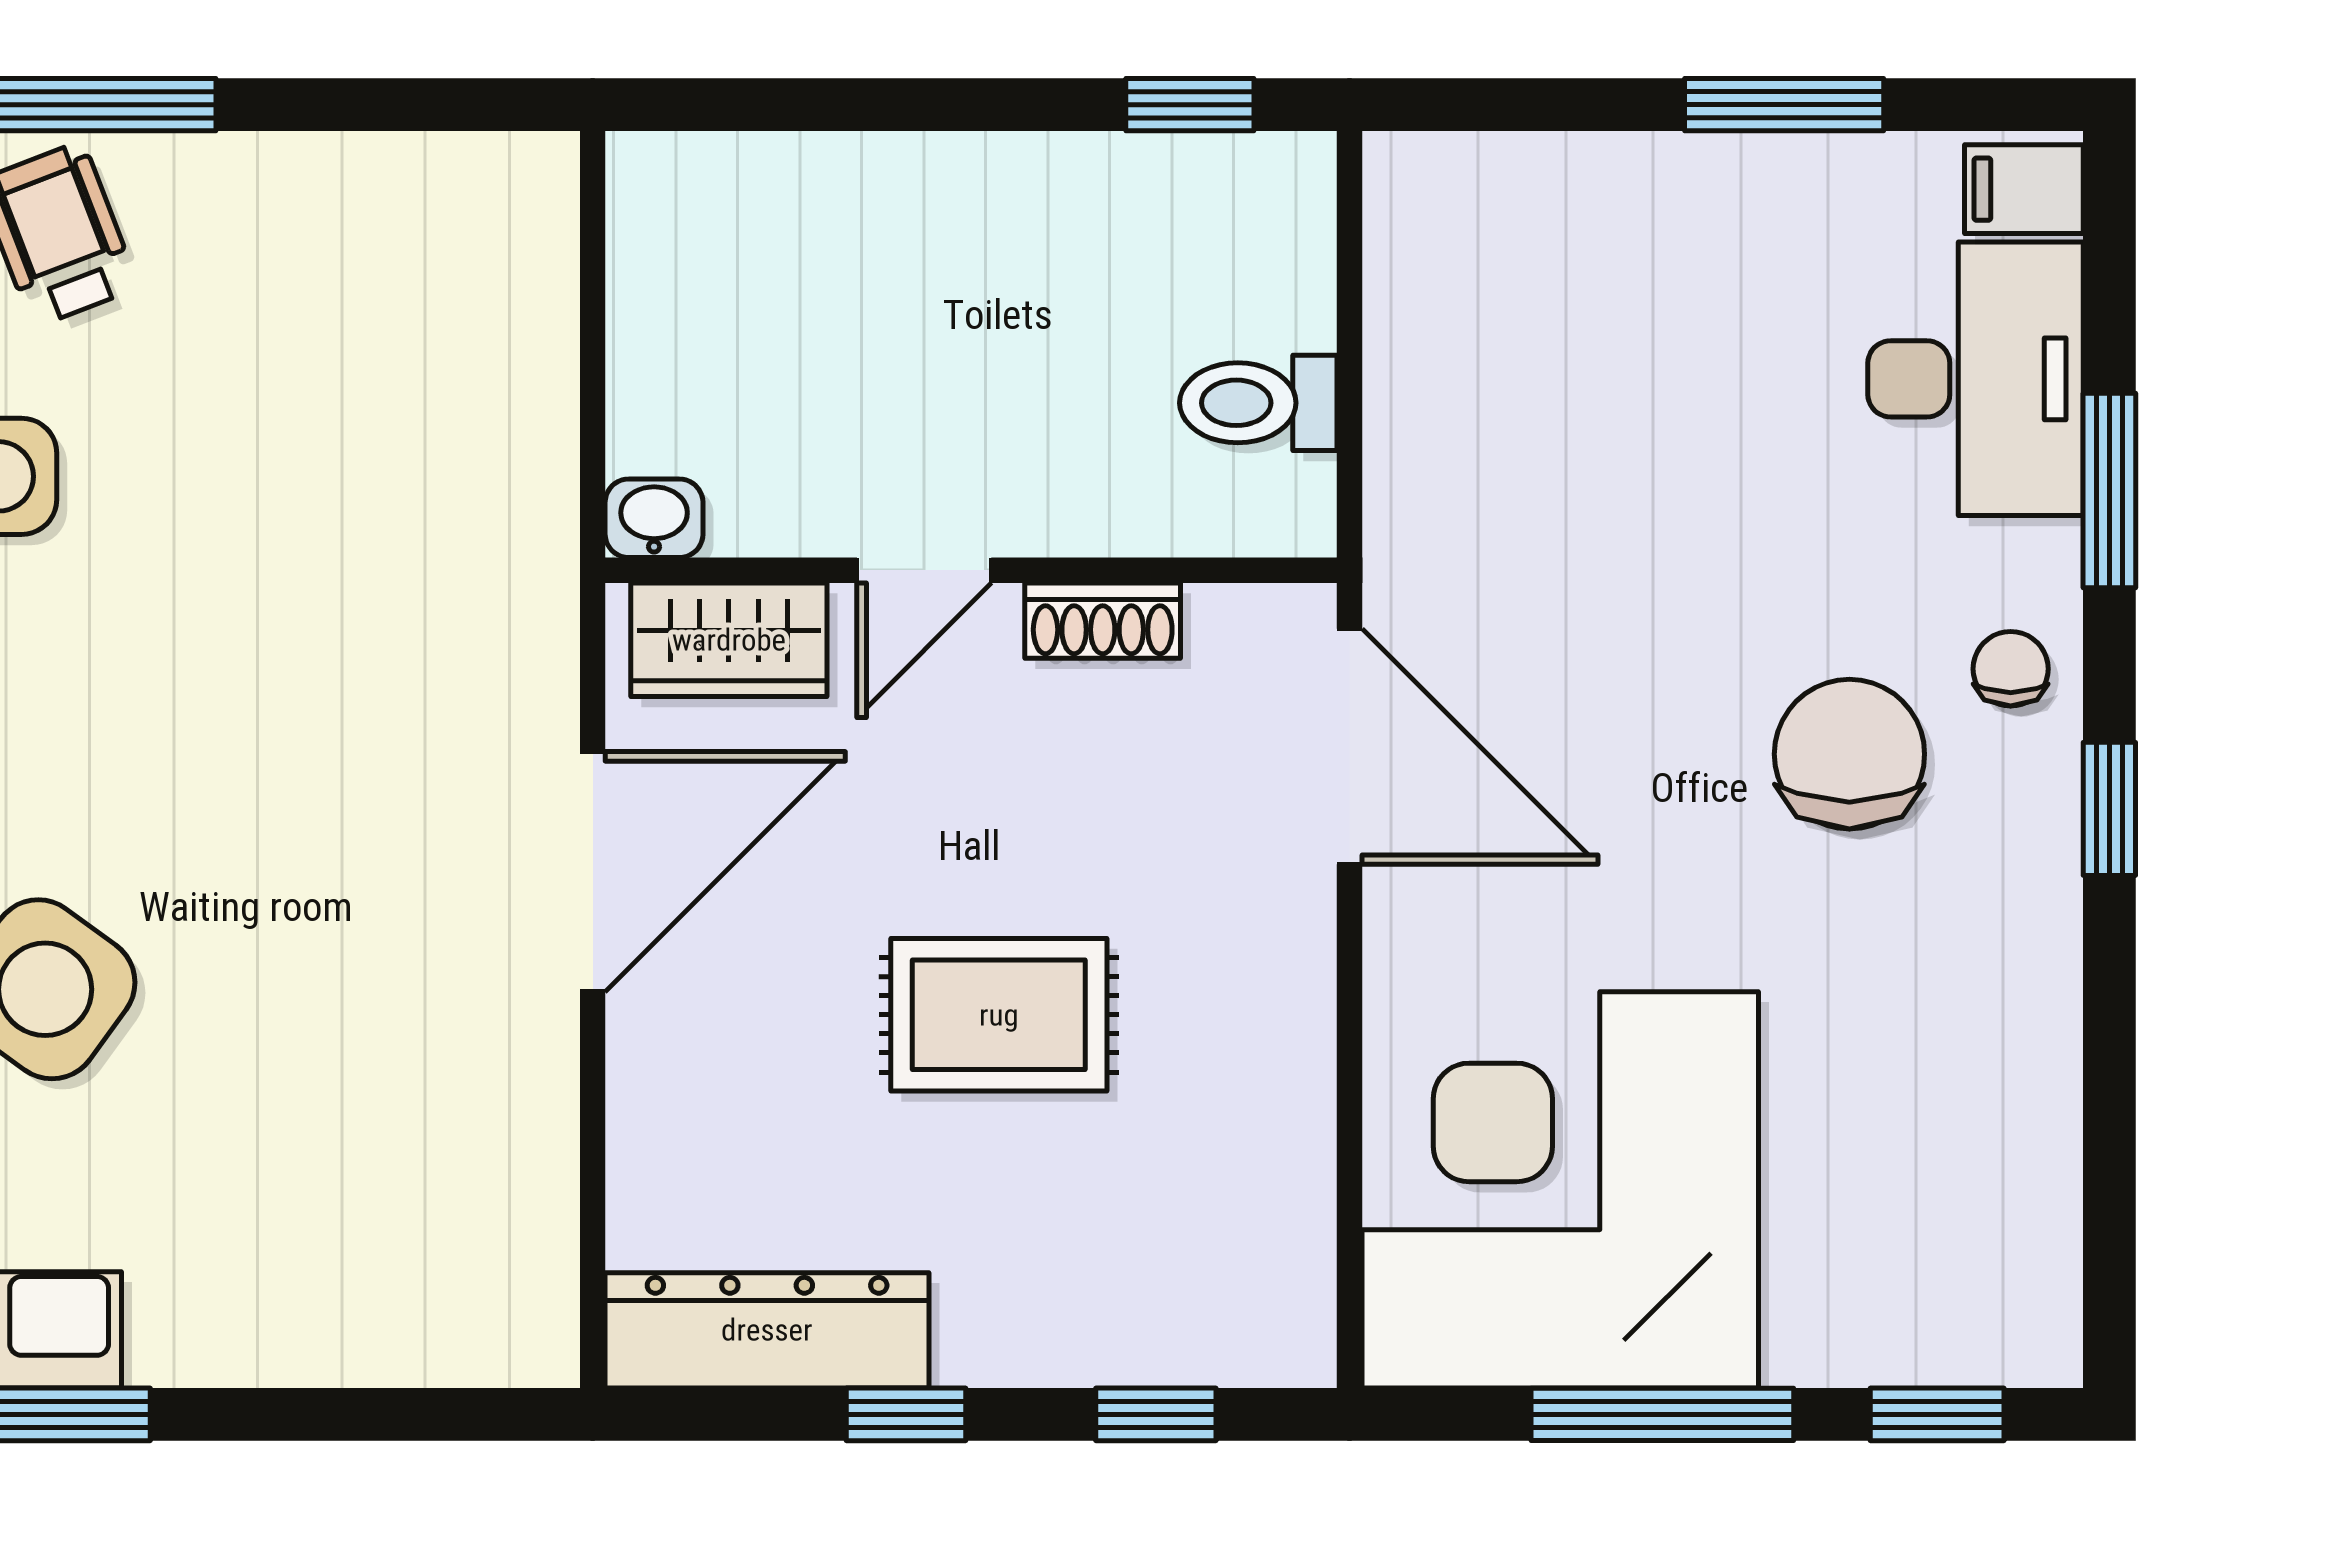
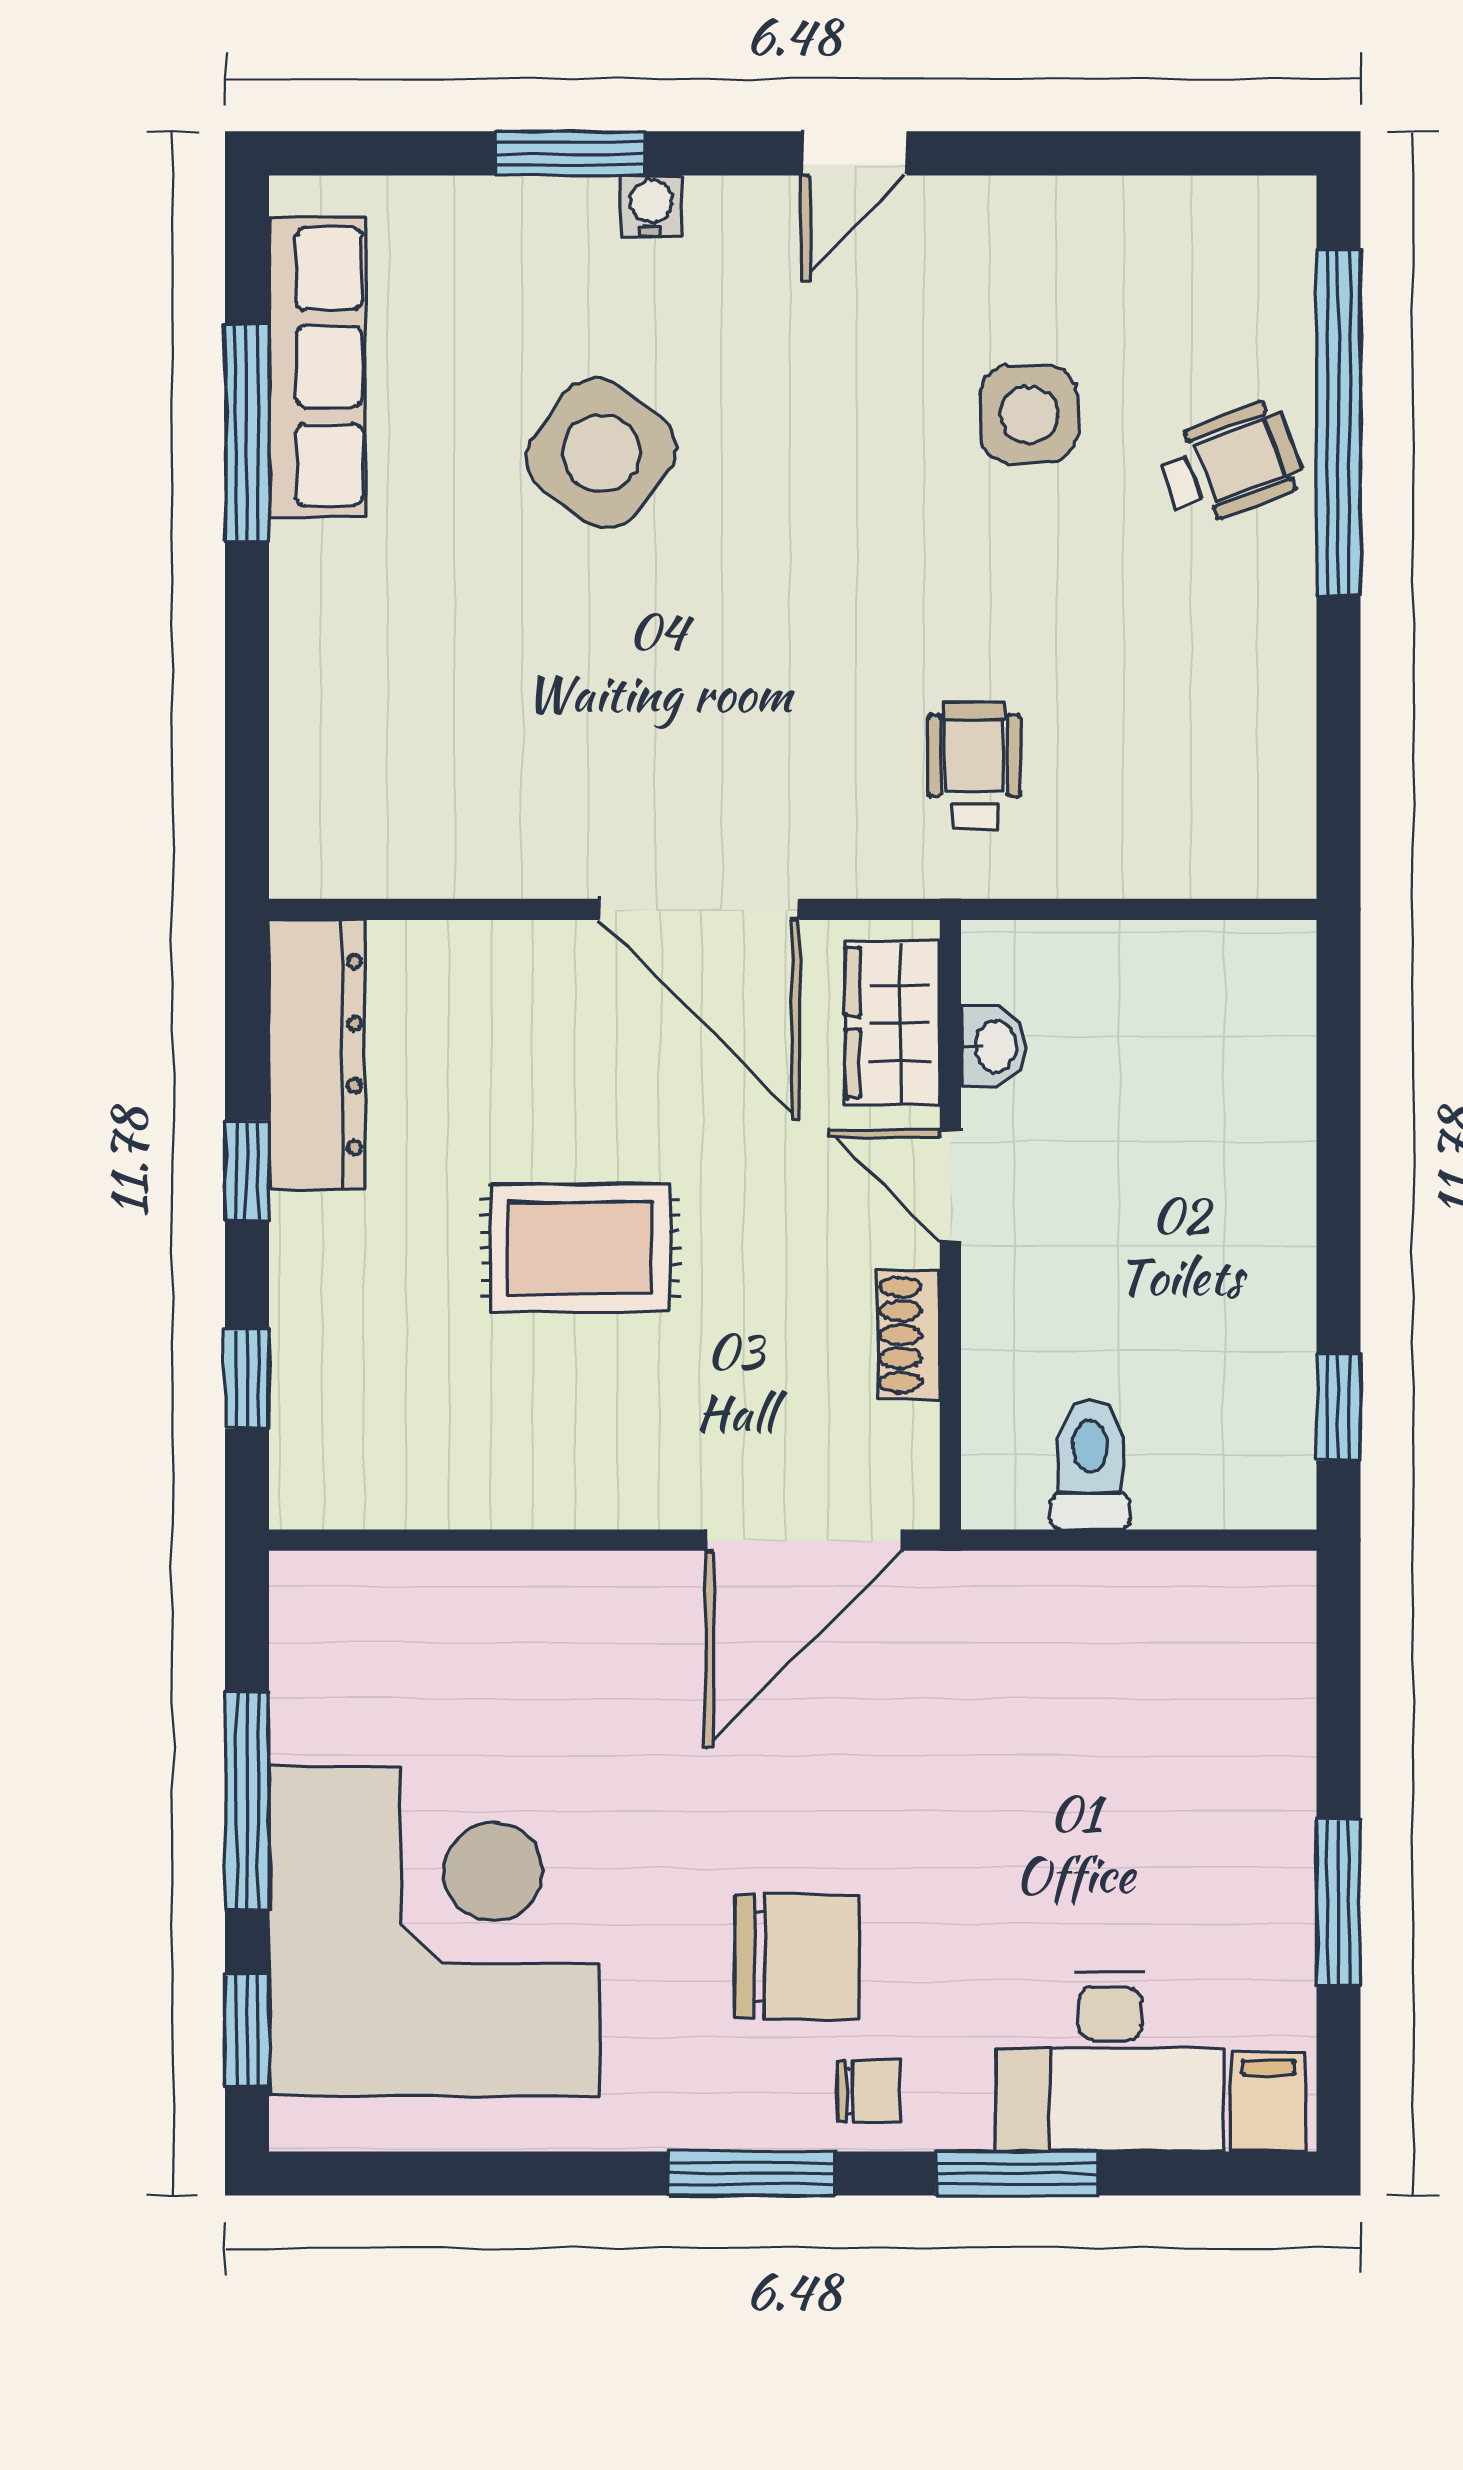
washbasin: (654, 518) -> (994, 1047), moved
wheelchair: (420, 542) -> (974, 766), added
window: (2109, 809) -> (752, 2173), width x1.50
rug: (999, 1015) -> (580, 1248), turned 90
corner desk: (1560, 1190) -> (434, 1931), moved

